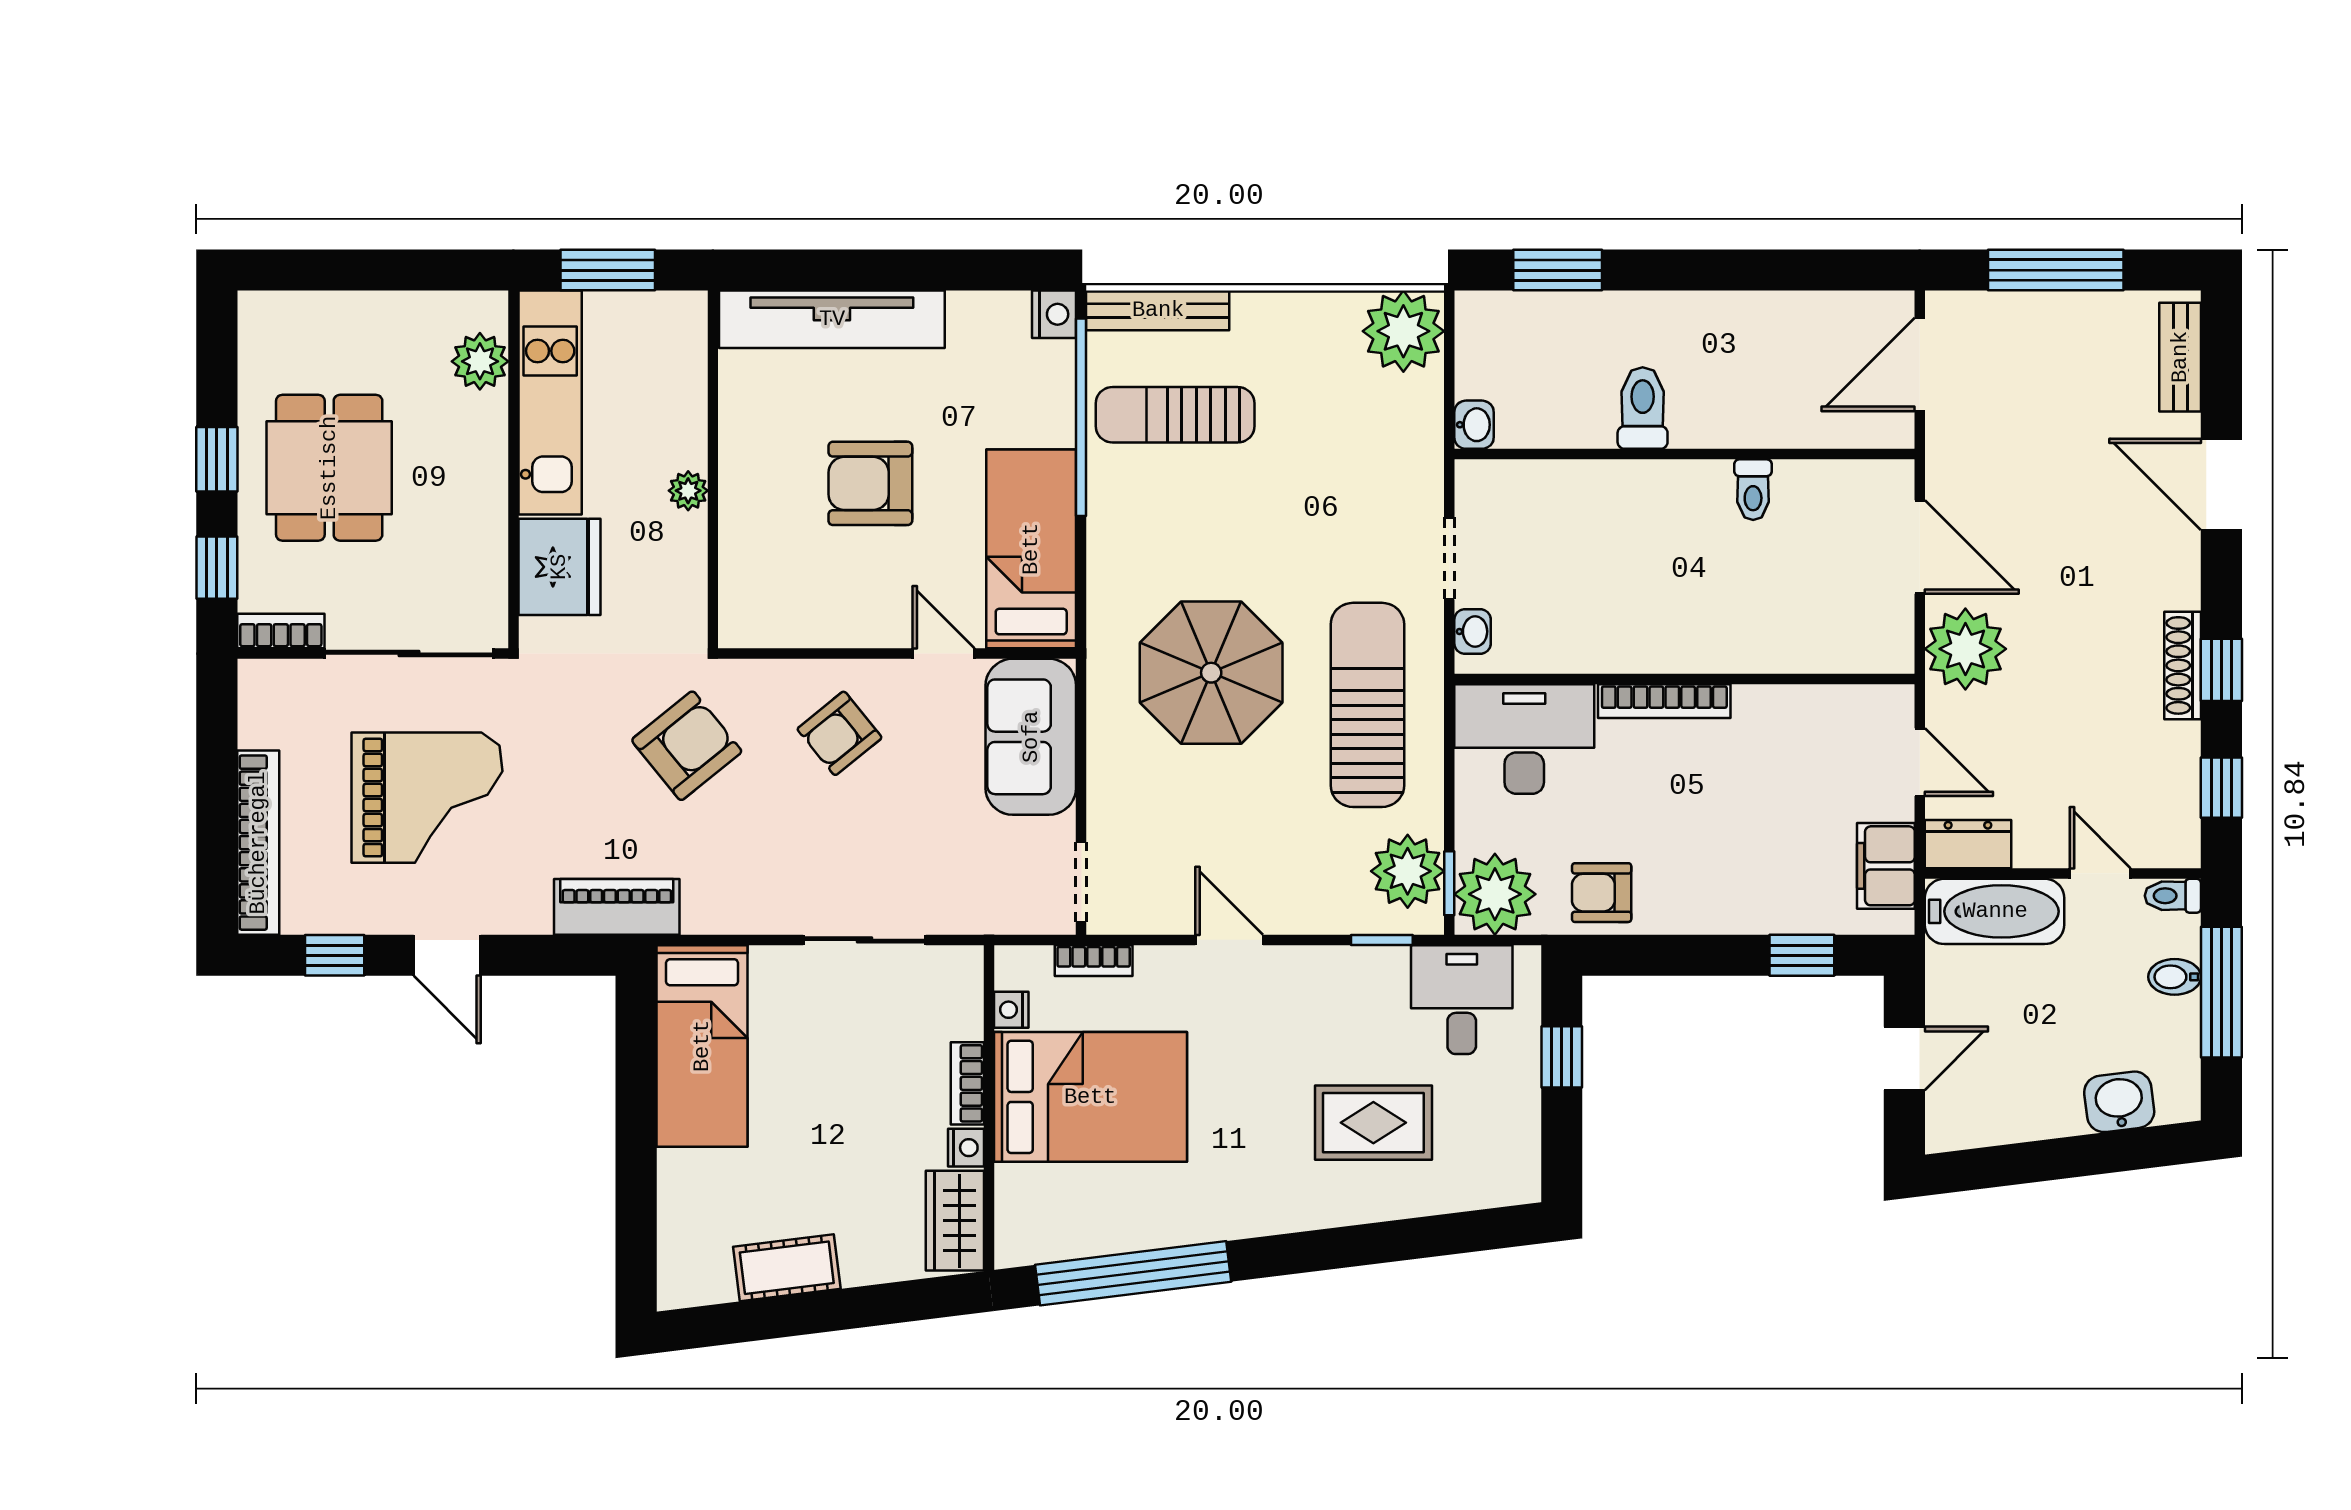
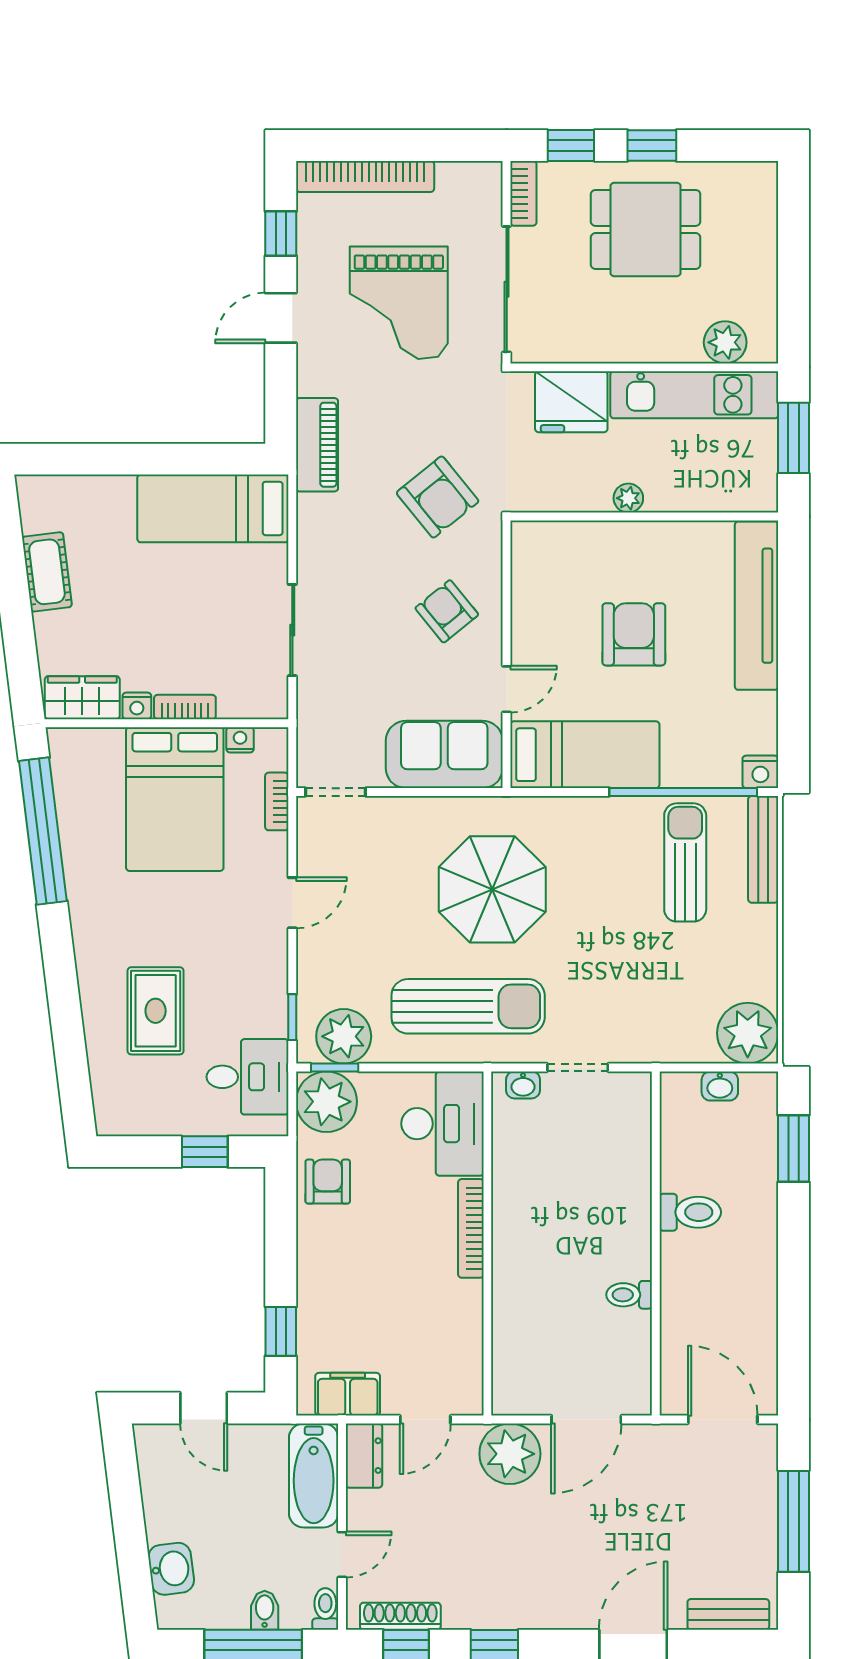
washbasin: (1474, 425) -> (720, 1086), moved
shoe rack: (2183, 665) -> (400, 1616), moved

